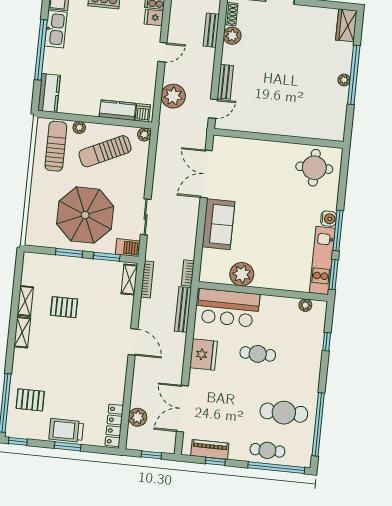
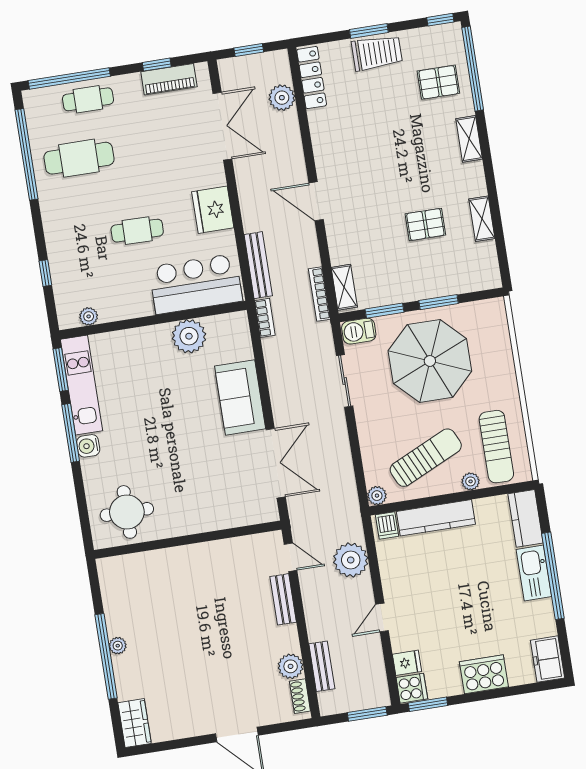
kitchen sink: (56, 29) -> (534, 573), moved
door: (213, 109) -> (291, 557), swing flipped
kitchen counter: (118, 110) -> (436, 518), width x1.50
shelving: (22, 332) -> (469, 139), moved

